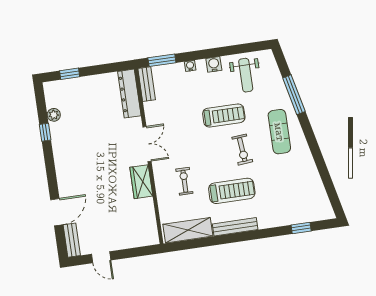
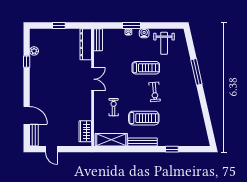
window: (162, 60) -> (131, 25), moved
window: (70, 74) -> (59, 25), moved
window: (294, 95) -> (196, 72), moved
exercise mat: (279, 132) -> (181, 84), removed
wardrobe: (141, 182) -> (85, 131), moved
door: (57, 212) -> (27, 115), hinge flipped
window: (301, 228) -> (172, 149), moved

